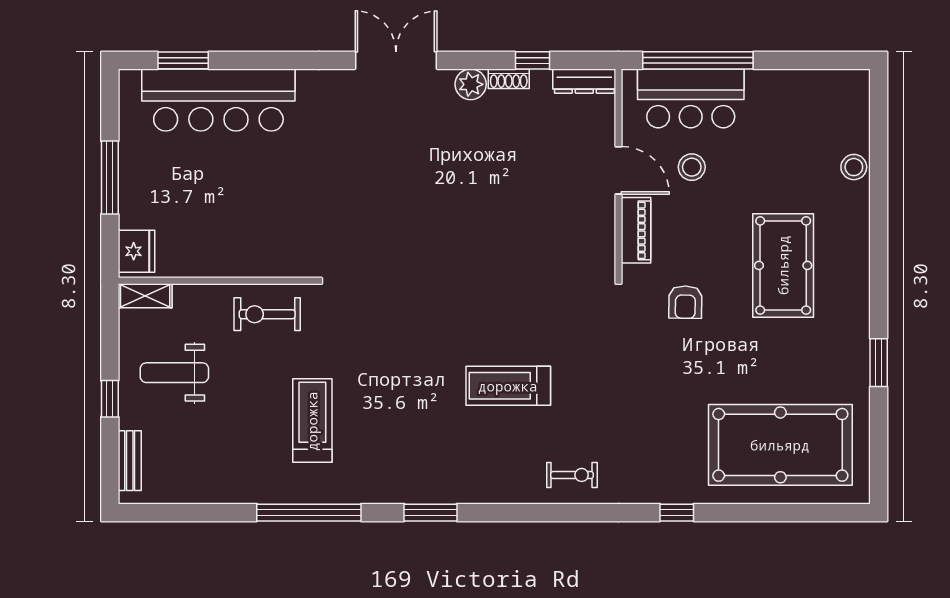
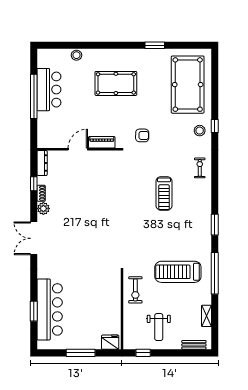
window: (183, 60) -> (34, 311), moved
window: (698, 60) -> (34, 96), moved
bar counter: (691, 98) -> (49, 90), moved
stool: (692, 167) -> (200, 131), moved
shelving: (145, 296) -> (207, 316), moved
armchair: (685, 302) -> (142, 135), moved
window: (110, 399) -> (143, 353), moved
treadmill: (312, 421) -> (178, 272), width x1.37, depth x1.38

